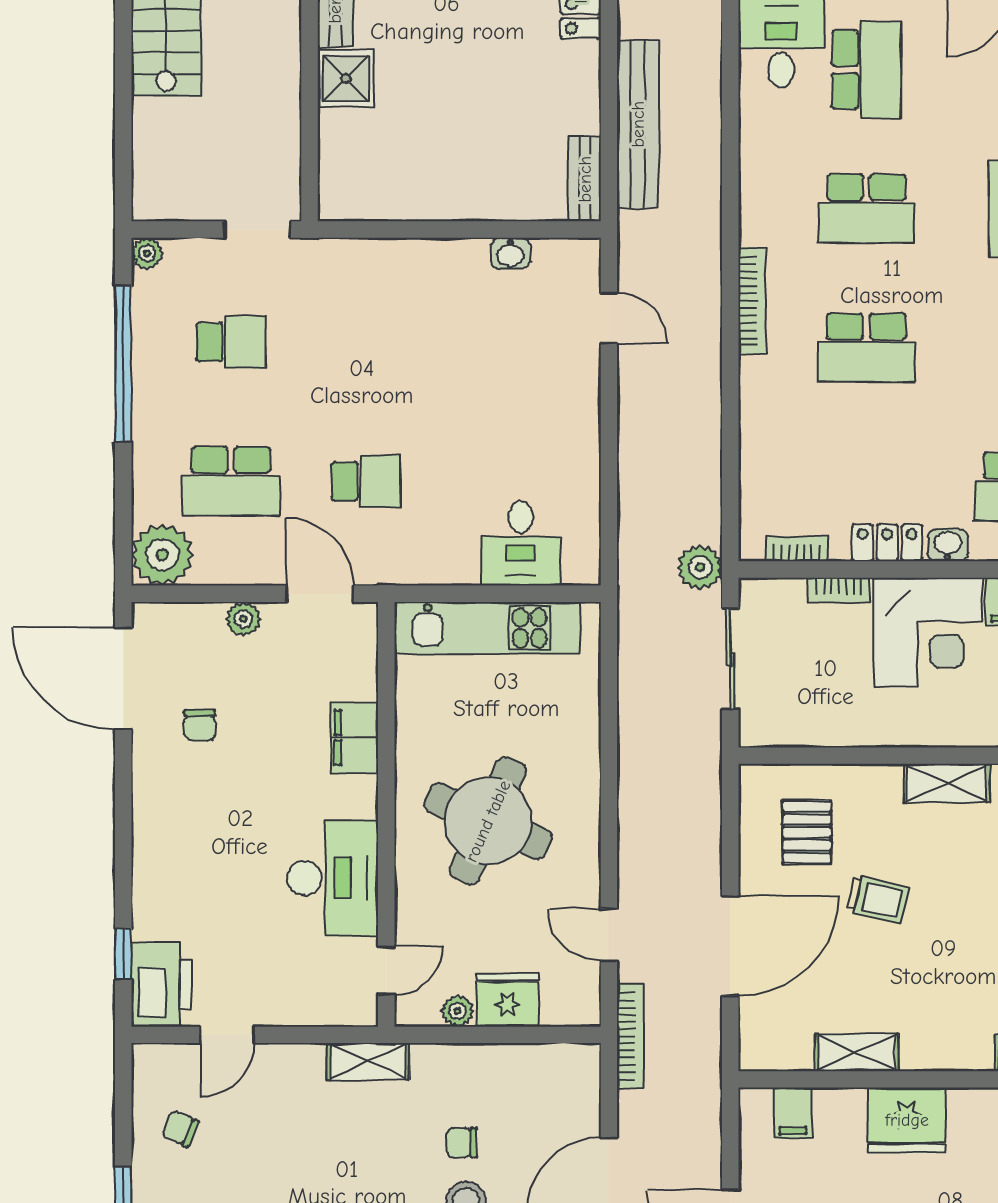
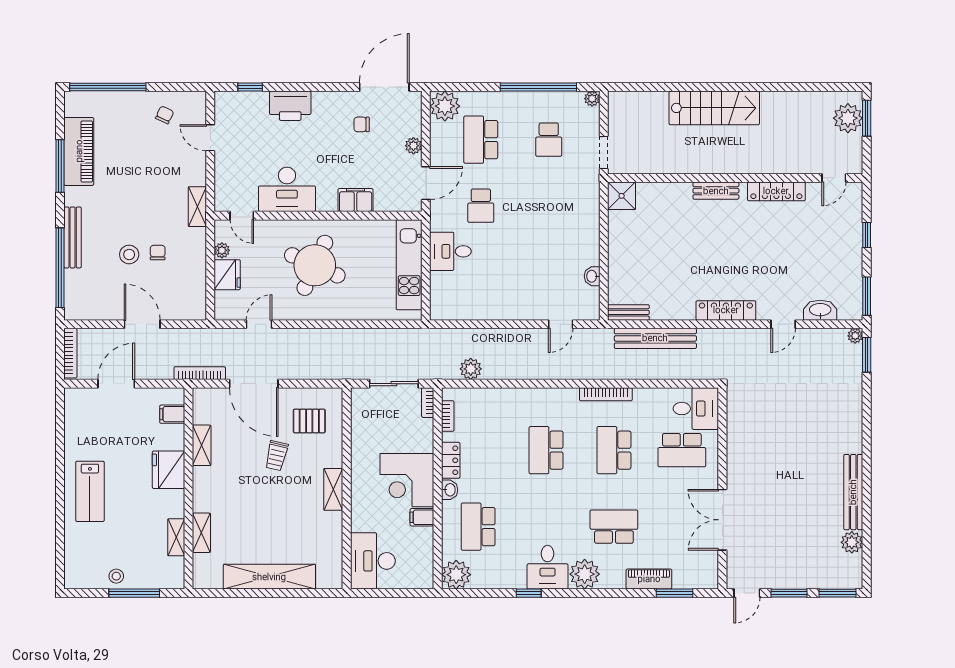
shower: (346, 78) -> (622, 196), moved
bookcase: (752, 301) -> (606, 394), moved
desk: (521, 543) -> (450, 251), moved
plant: (700, 567) -> (471, 369), moved
bookcase: (839, 590) -> (428, 403), moved
printer: (162, 985) -> (290, 106), moved
bookcase: (630, 1036) -> (200, 373), moved, turned 180

